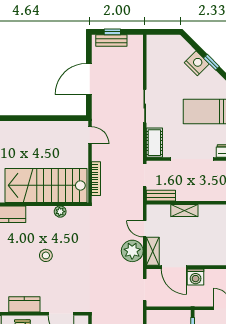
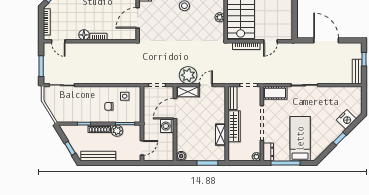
bench: (111, 41) -> (357, 71), moved
nightstand: (197, 63) -> (346, 119), moved
door: (90, 135) -> (270, 41), moved
wardrobe: (196, 194) -> (234, 126), added
shelving: (184, 210) -> (221, 135), moved

